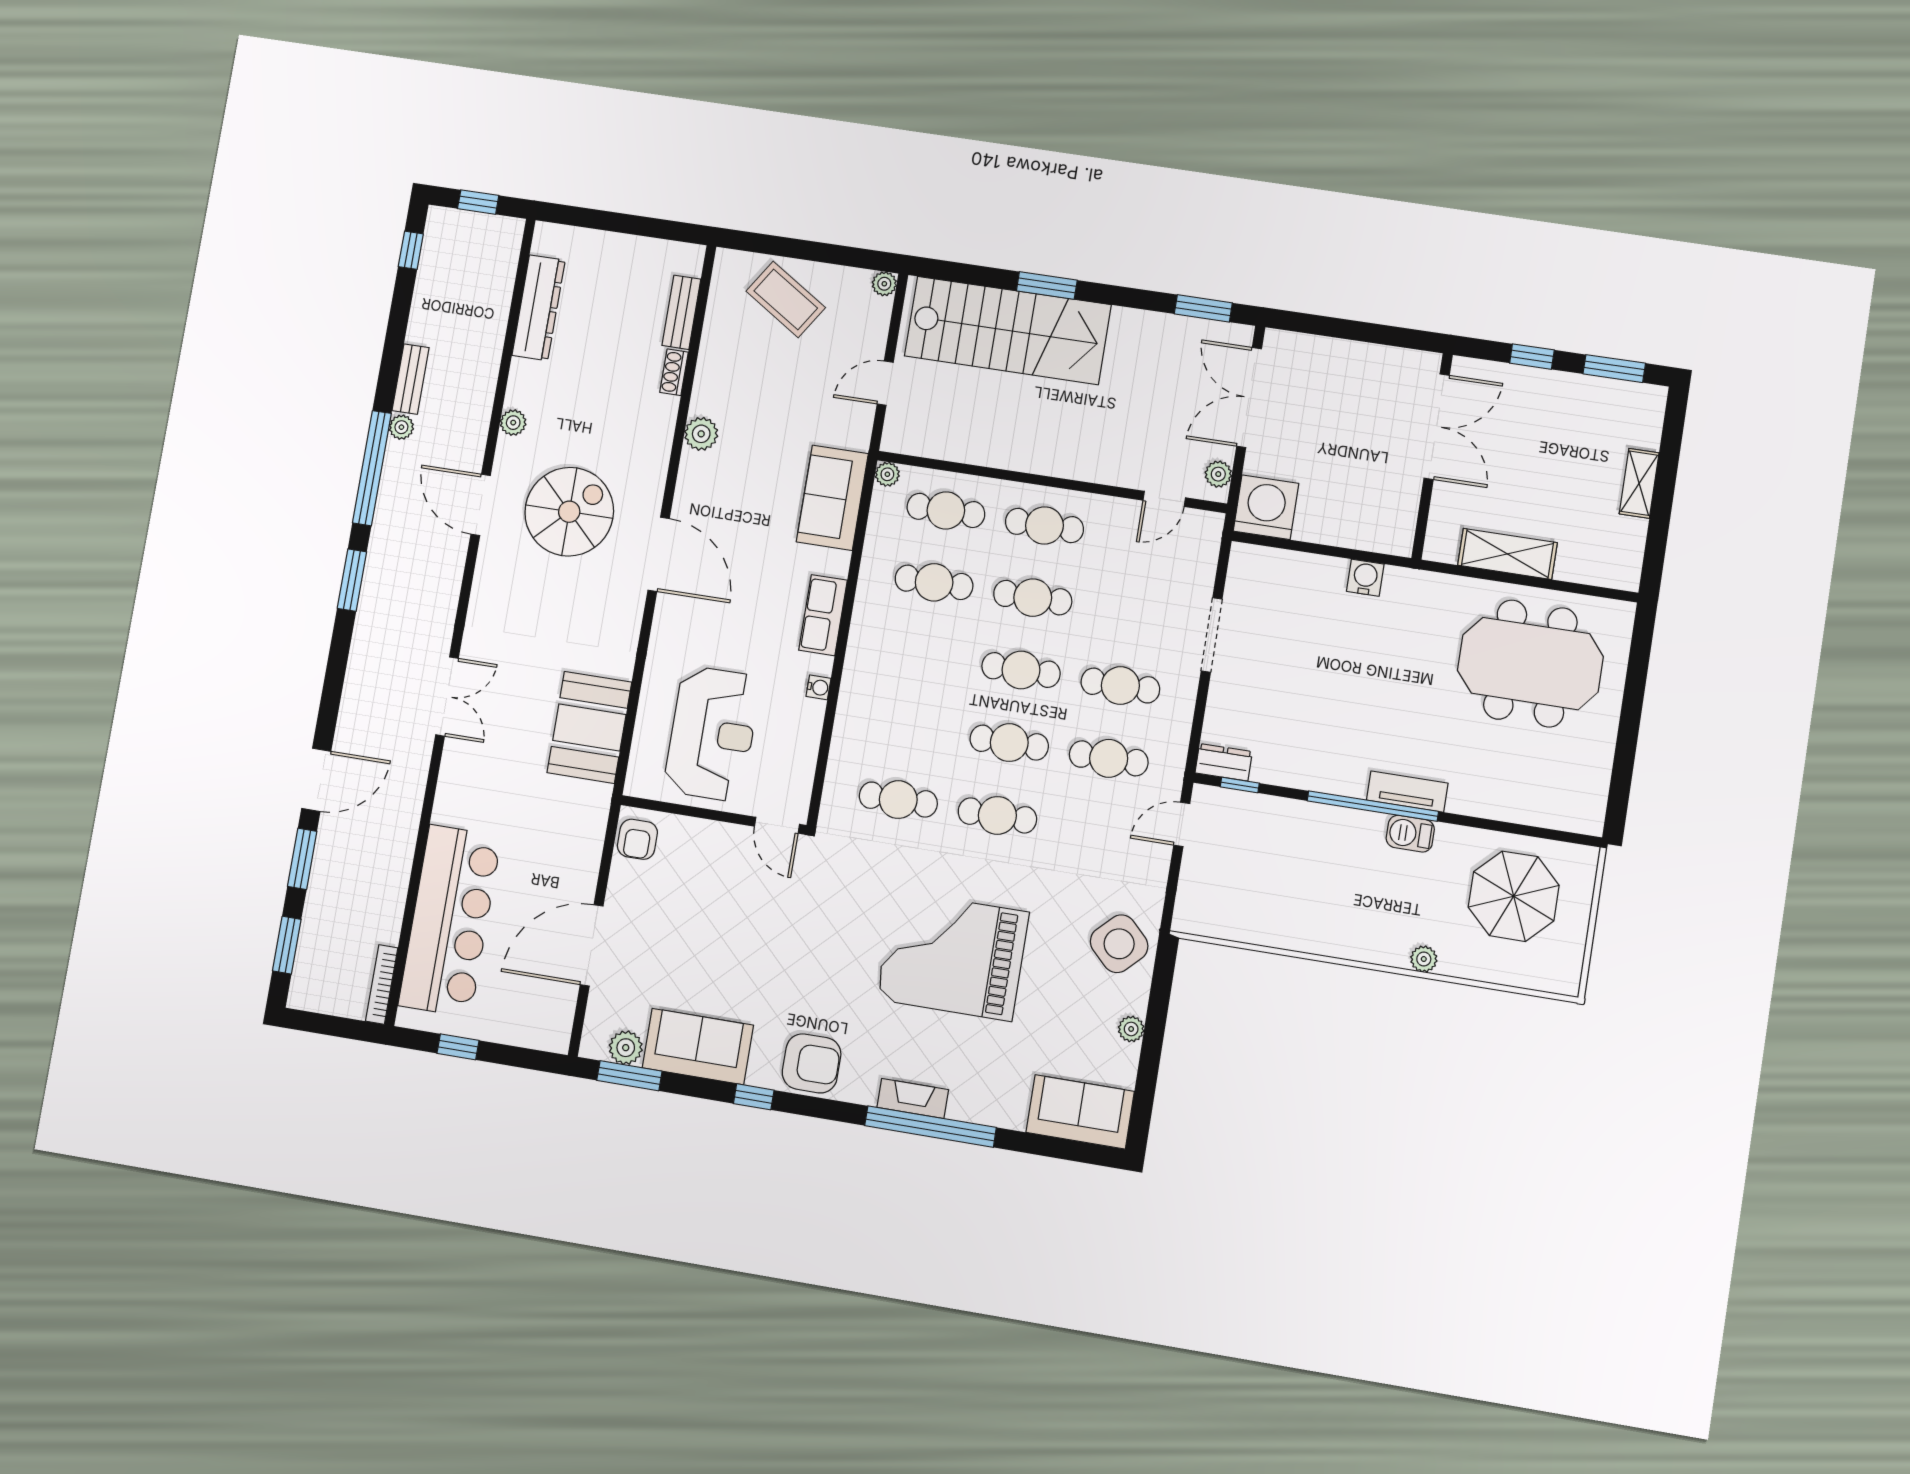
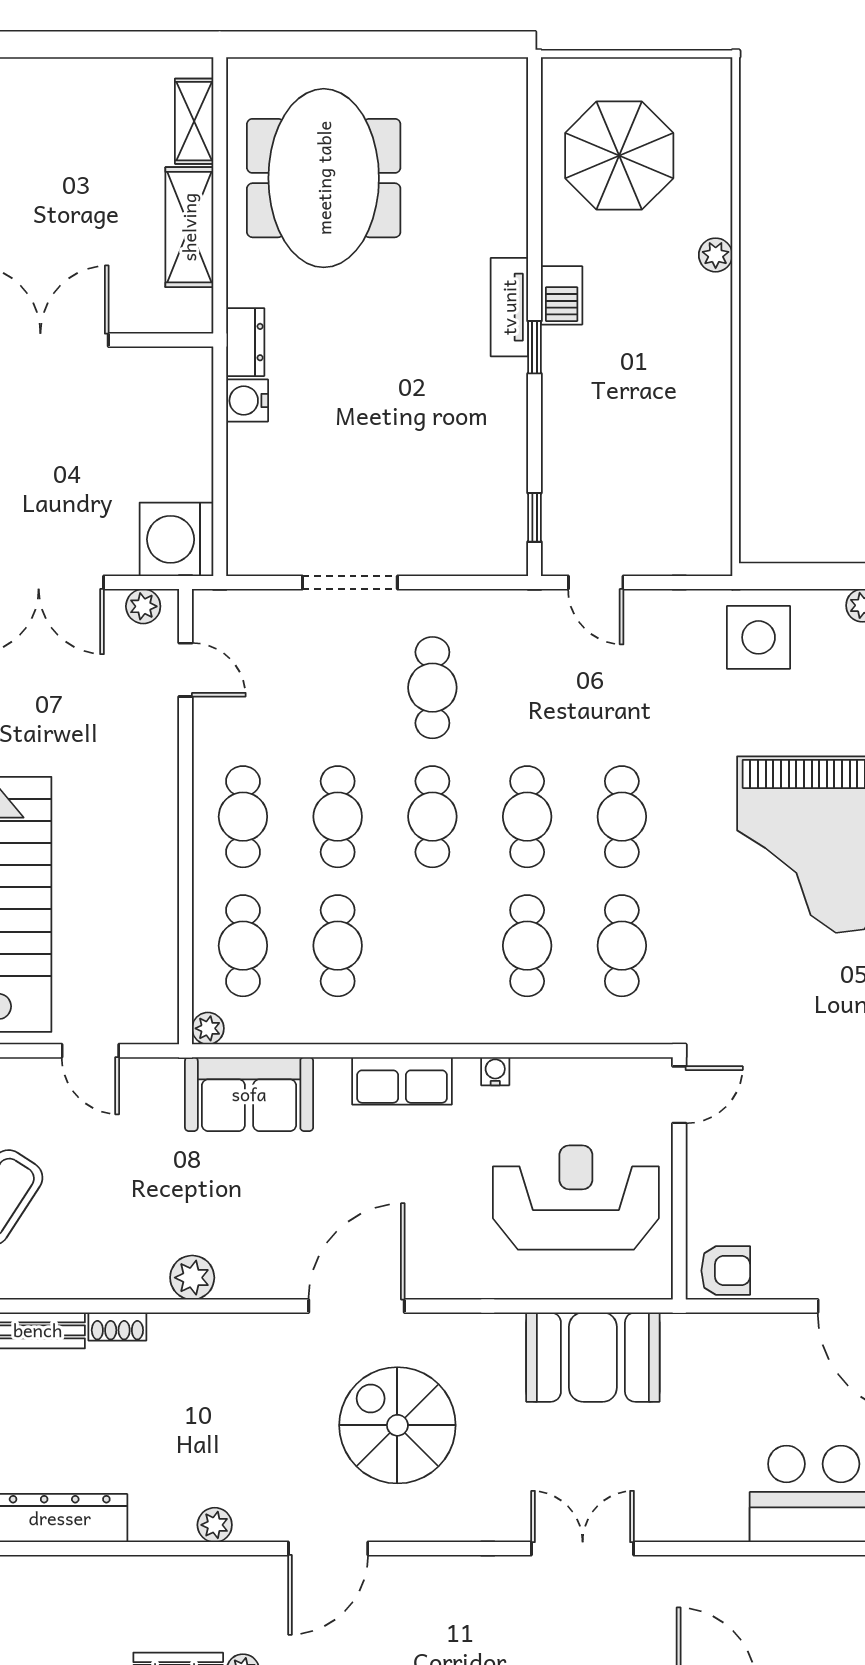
shelving: (1639, 483) -> (194, 121), moved, turned 90
spiral stairs: (569, 512) -> (397, 1425), moved
cafe table: (1109, 758) -> (527, 946), moved
dresser: (1224, 762) -> (245, 342), moved, turned 180
window: (1373, 806) -> (535, 347), width x0.32
side table: (1119, 944) -> (759, 637), turned 45

